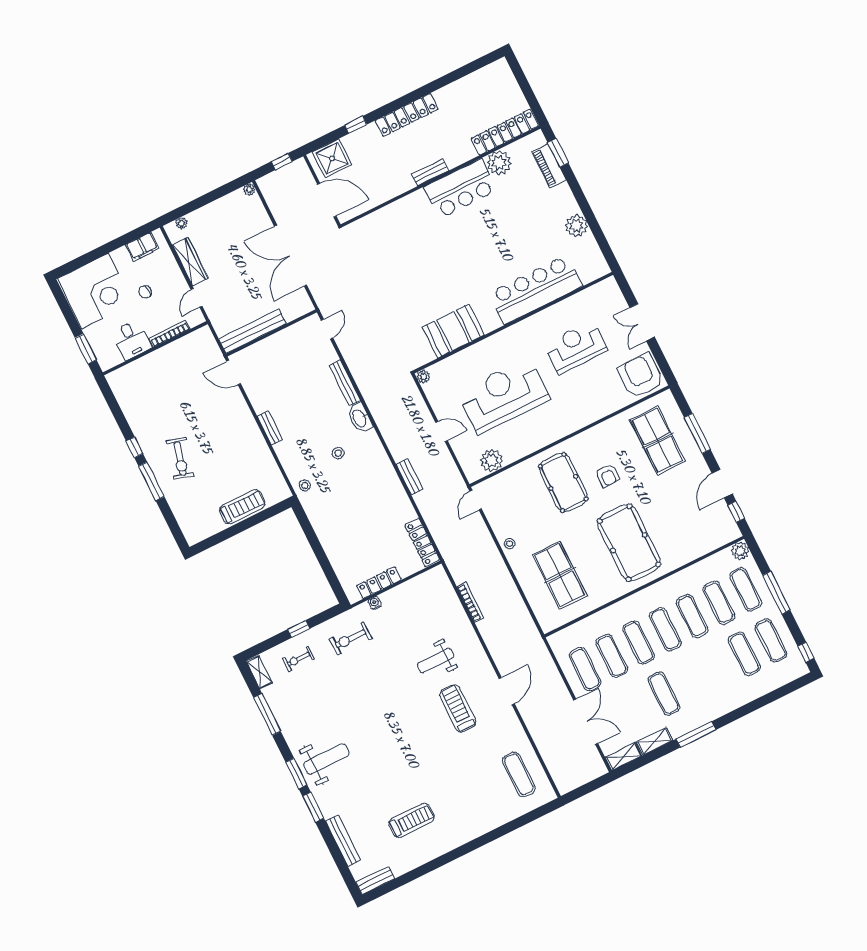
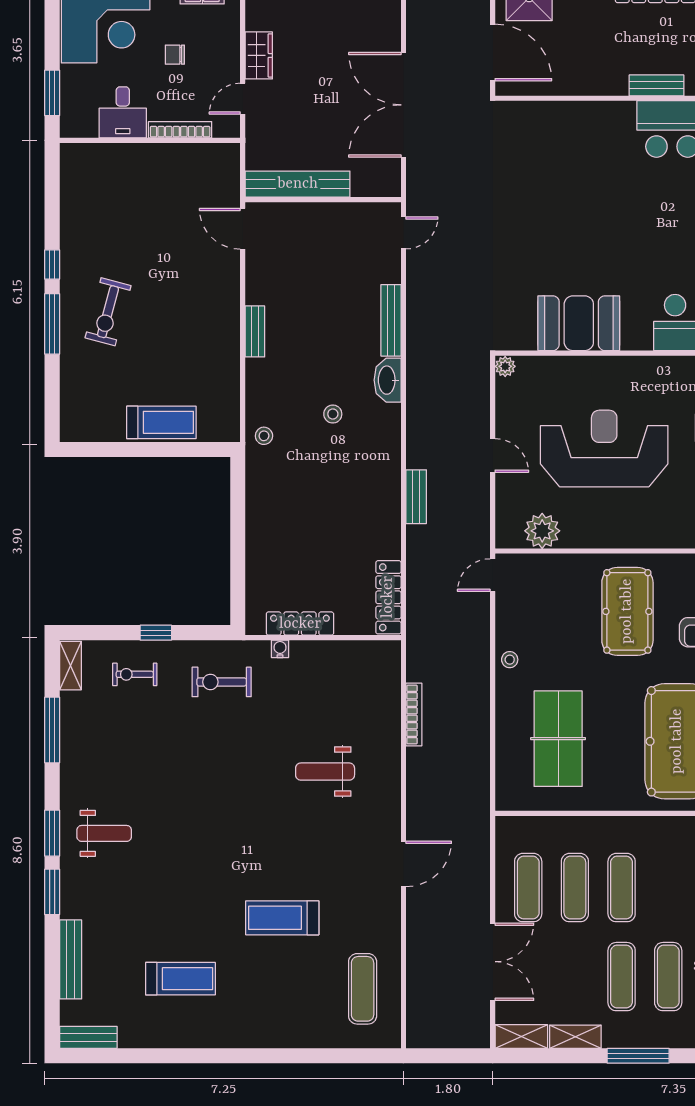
wardrobe: (190, 262) -> (259, 55), width x0.67
exercise mat: (665, 629) -> (668, 977), moved
treadmill: (458, 709) -> (282, 918), moved, turned -90
weight bench: (326, 759) -> (104, 833), width x0.73, depth x0.75

